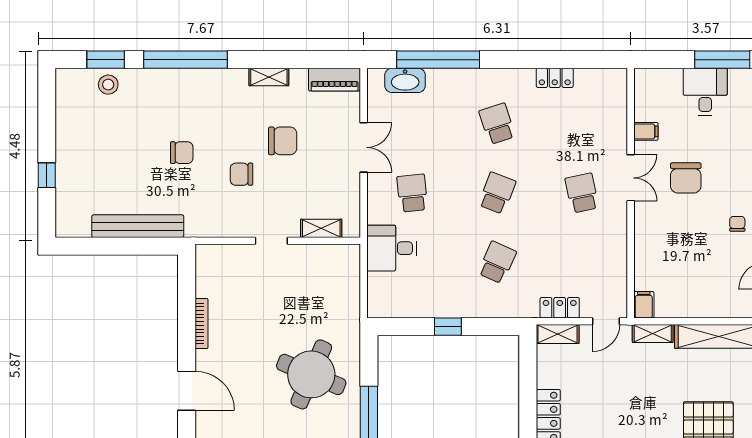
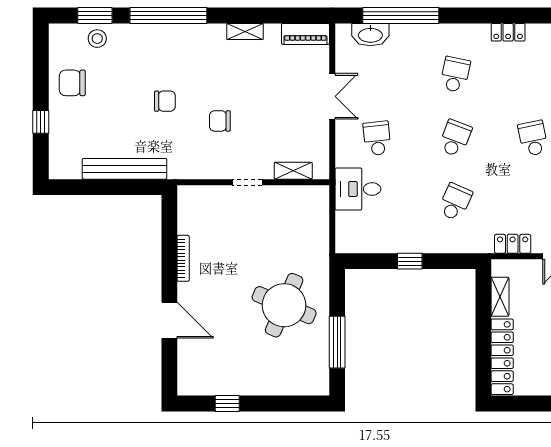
school desk: (497, 124) -> (455, 75), turned 30
chair: (283, 141) -> (72, 83), moved, turned 180
shelving: (558, 334) -> (500, 297), moved, turned 90

